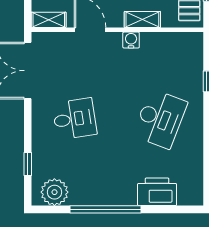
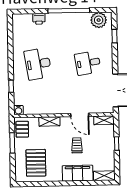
water cooler: (131, 40) -> (18, 110), moved
desk: (160, 119) -> (38, 64), turned -30
printer: (157, 192) -> (39, 19), width x0.53, depth x0.68

